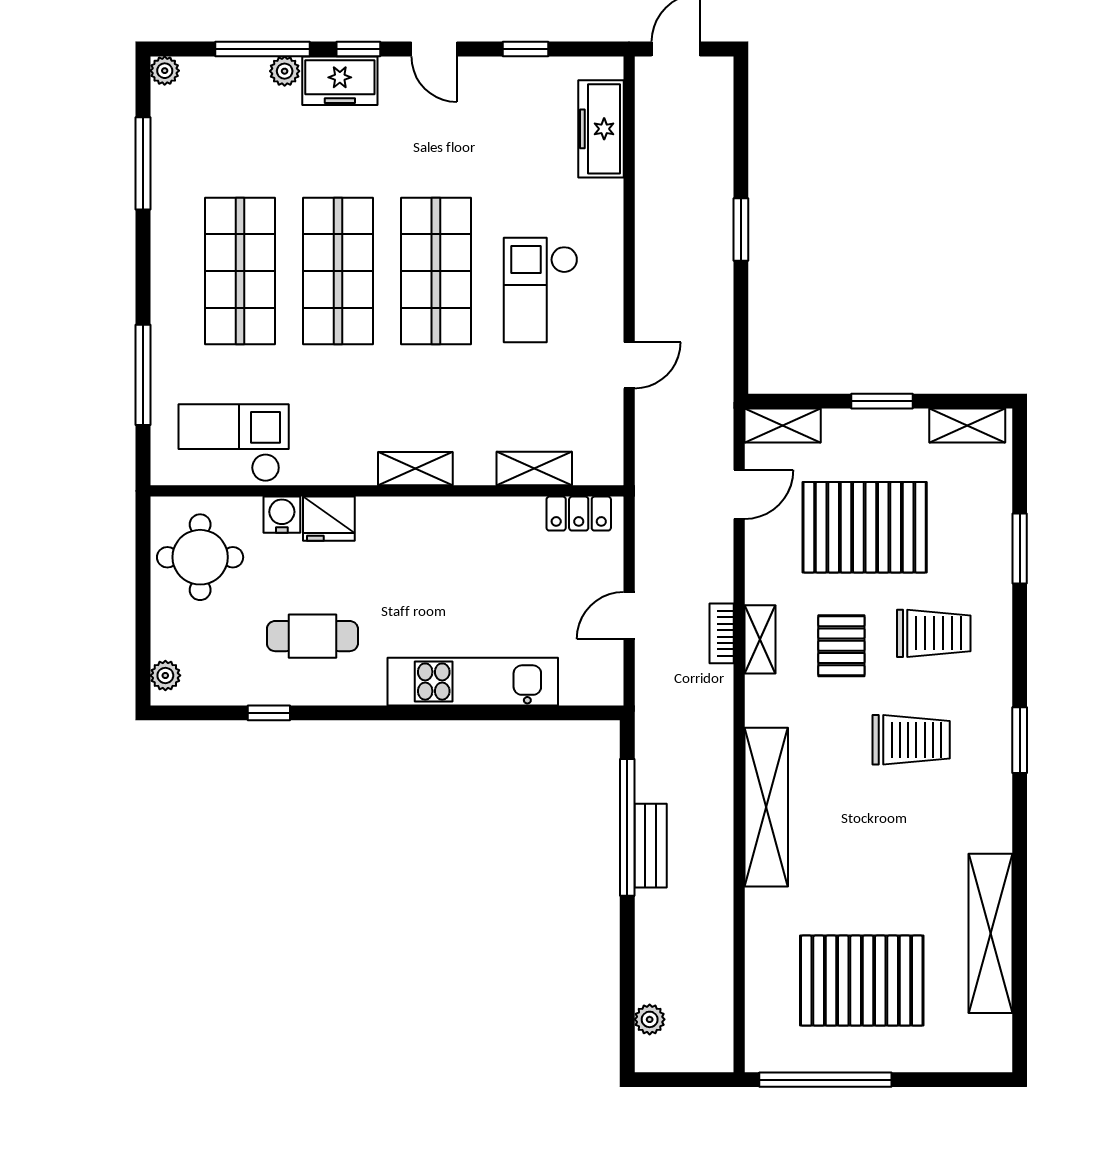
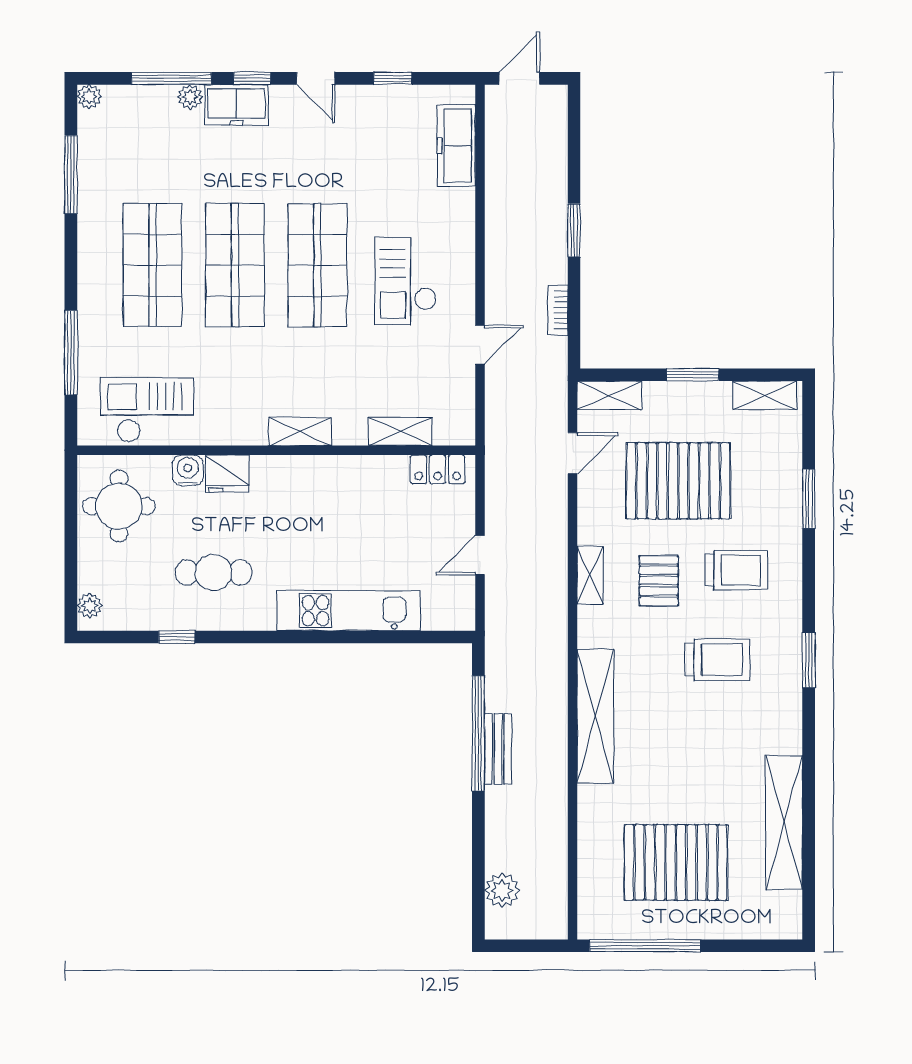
bookcase: (722, 633) -> (558, 310), moved
plant: (650, 1019) -> (502, 890), width x1.38, depth x1.38

